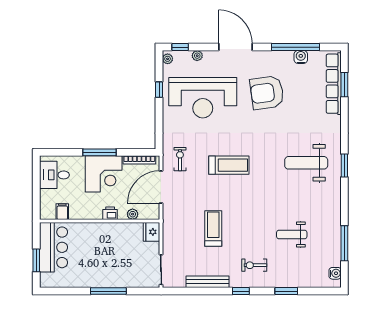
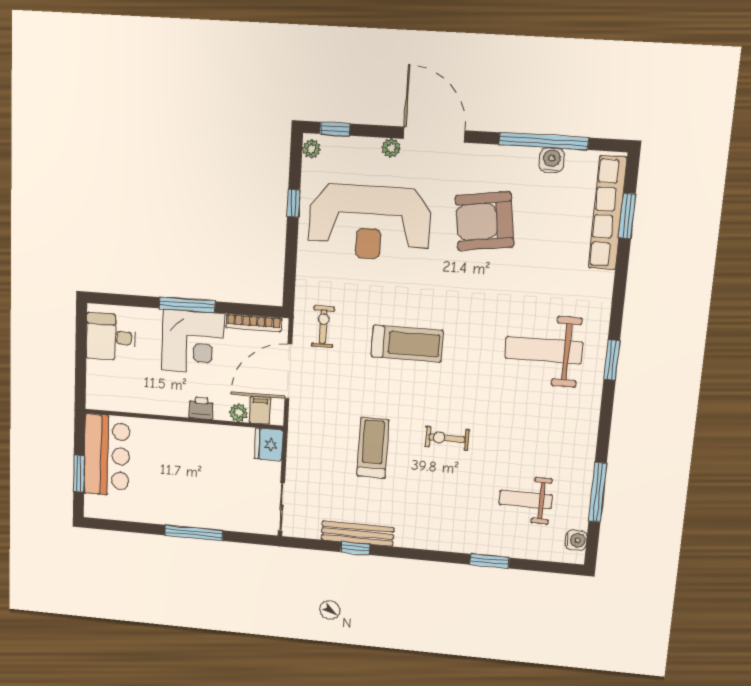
plant: (197, 56) -> (391, 148), moved
filing cabinet: (62, 212) -> (260, 410), moved
weight bench: (292, 234) -> (526, 499), moved
exercise bike: (254, 265) -> (447, 438), moved
window: (241, 291) -> (355, 548), moved

